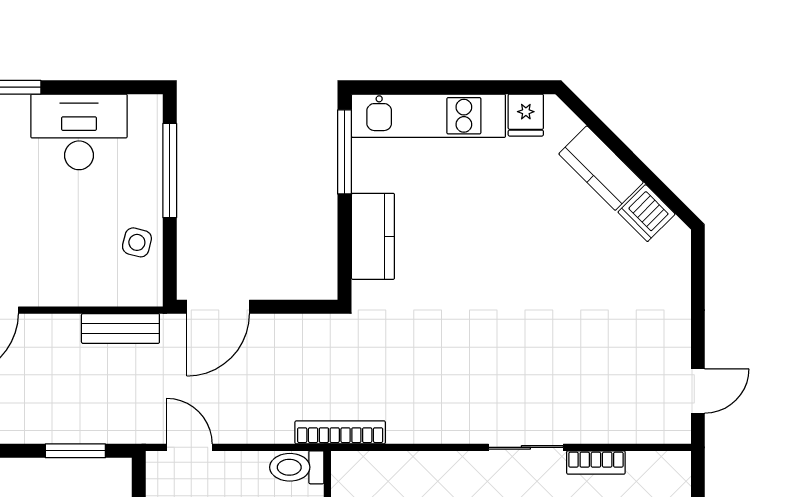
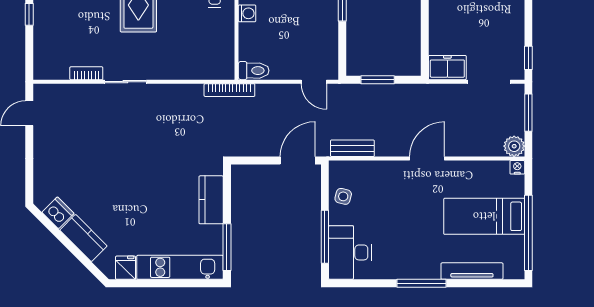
desk: (79, 132) -> (350, 252), moved, turned 90

